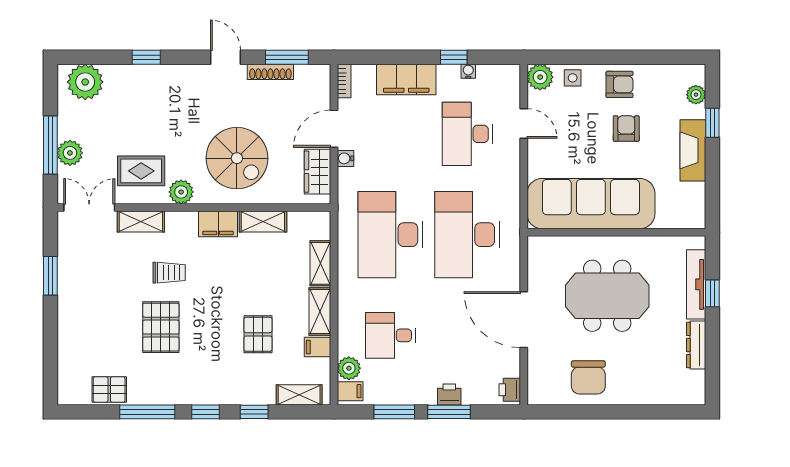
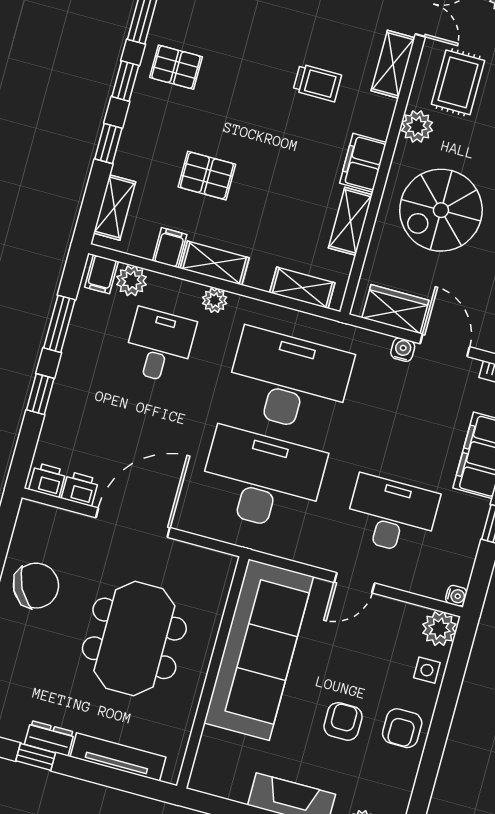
water cooler: (468, 71) -> (456, 596), moved
door: (524, 123) -> (354, 583), moved
armchair: (626, 128) -> (343, 721), turned -90
shelving: (320, 263) -> (302, 288), moved
trolley: (169, 273) -> (317, 83), turned -90
window: (712, 293) -> (36, 757), moved
plant: (347, 304) -> (215, 300), added
pallet: (161, 327) -> (176, 67), moved, width x0.67, depth x0.71
dresser: (696, 345) -> (49, 738), width x0.70
chair: (588, 377) -> (36, 586), turned 152
printer: (449, 395) -> (80, 489), moved, turned -90
window: (449, 412) -> (40, 394), width x0.67

